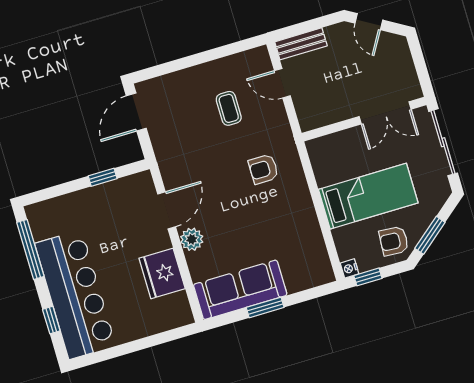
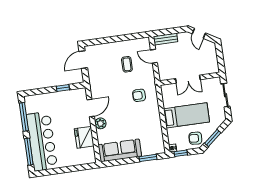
double door: (385, 113) -> (188, 79), moved
sliding door: (443, 142) -> (225, 95), width x0.73
window: (265, 307) -> (148, 158), moved
window: (51, 320) -> (29, 152), width x2.17

